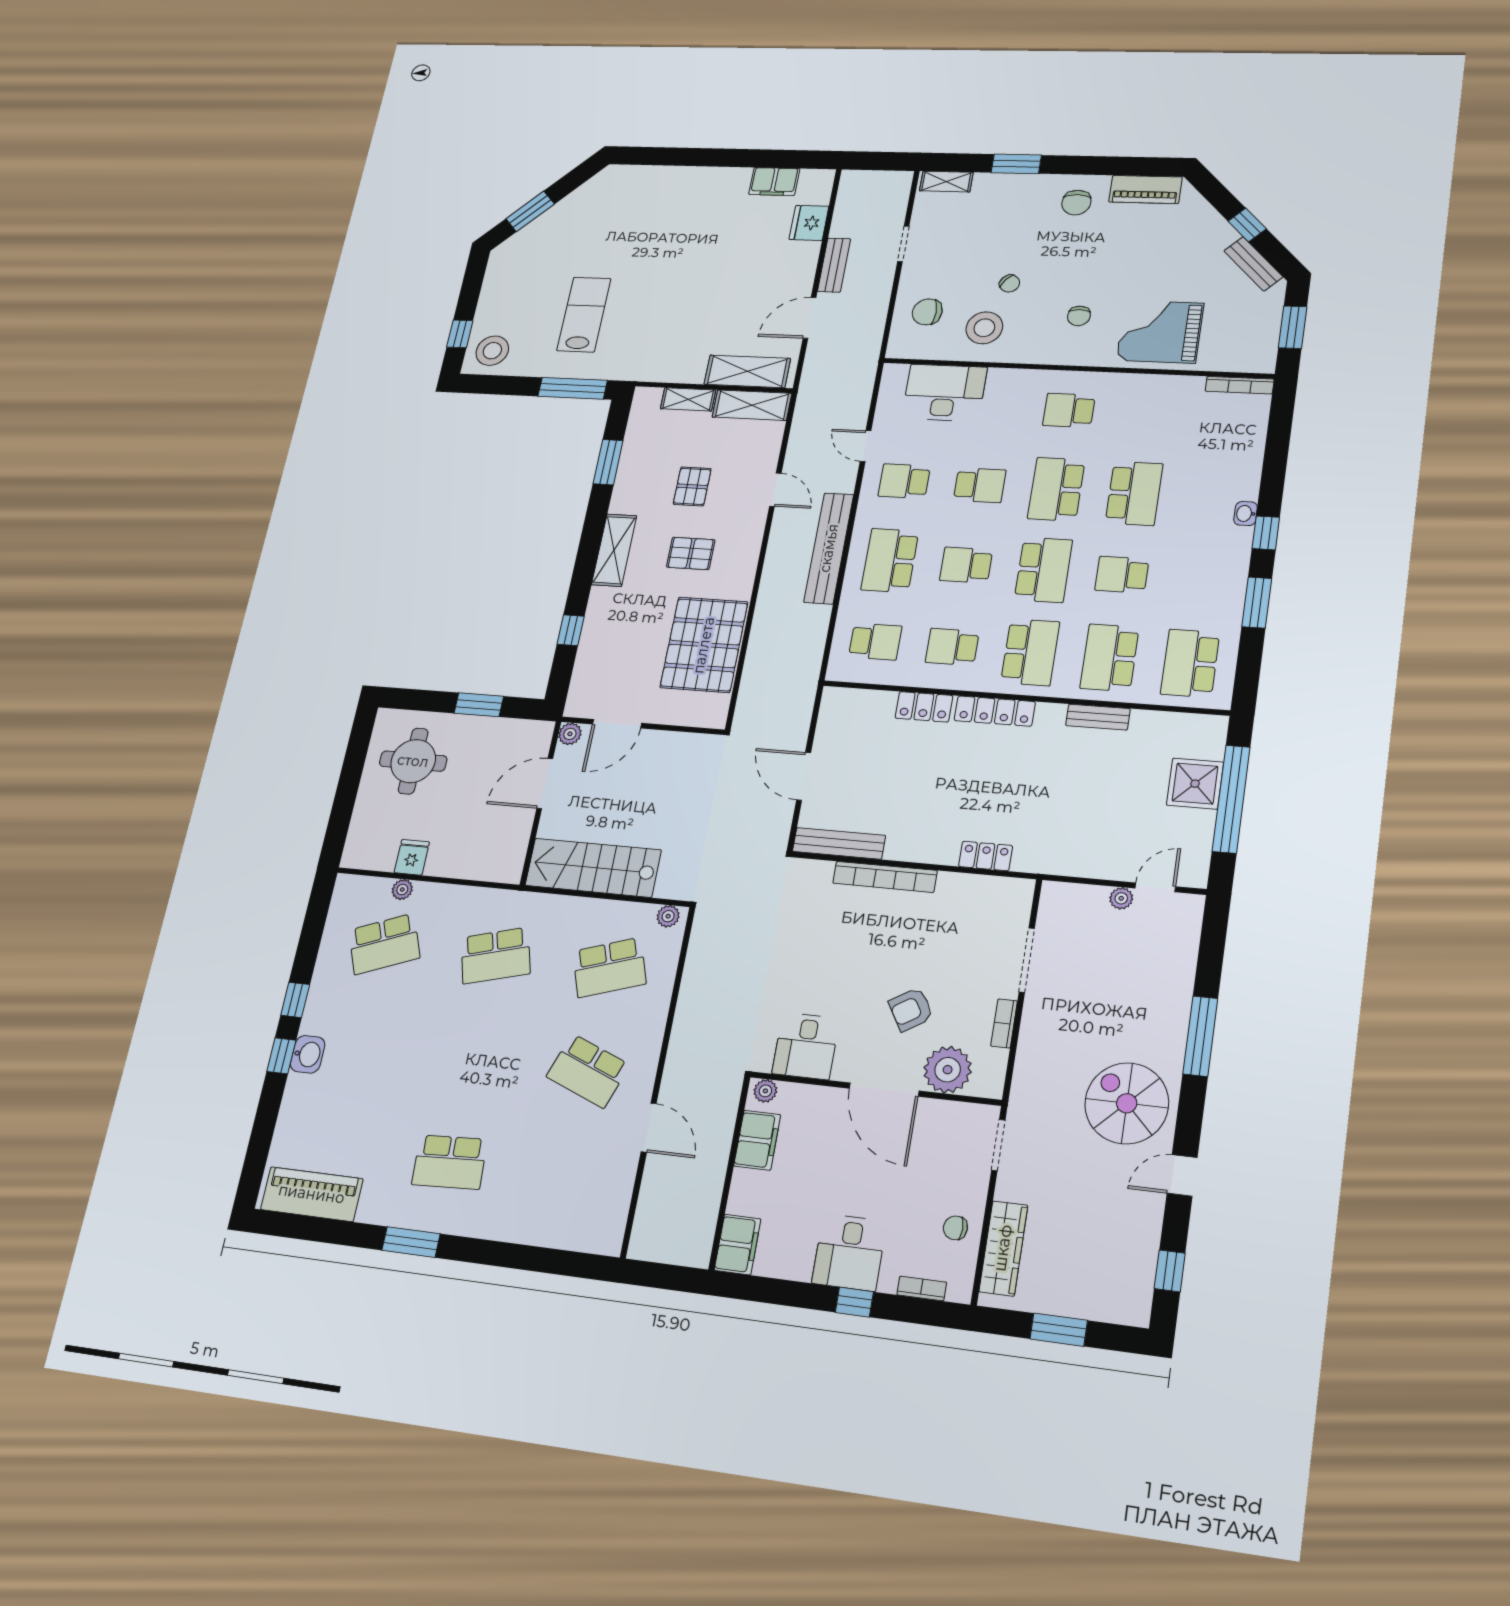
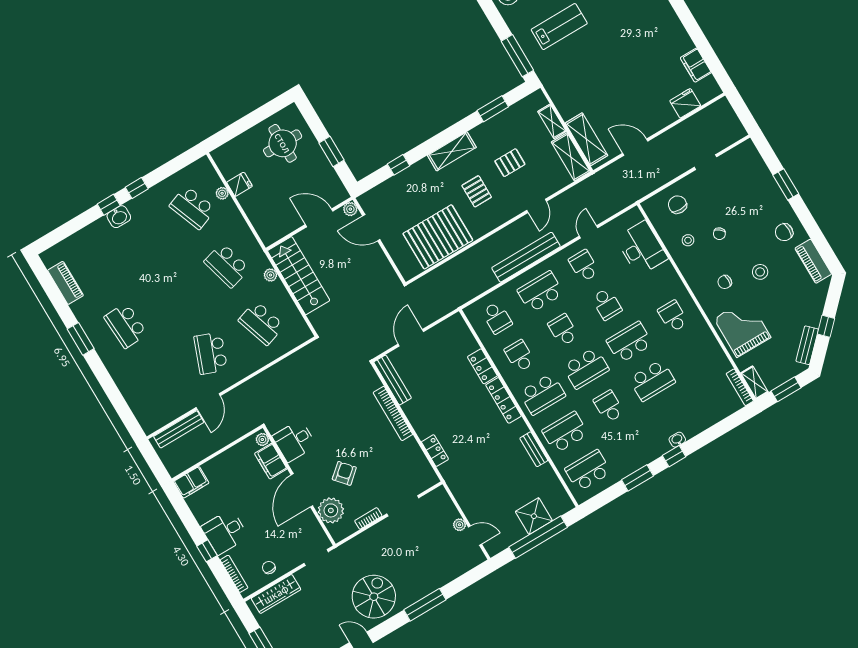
shelving: (946, 182) -> (755, 383), moved
stool: (1103, 264) -> (760, 272), added
bench: (834, 265) -> (179, 429), moved, width x1.36
stool: (984, 328) -> (688, 240), width x0.53, depth x0.53
plant: (668, 916) -> (270, 275), moved
armchair: (911, 1009) -> (344, 473), turned 81
filing cabinet: (757, 1140) -> (271, 461), moved, turned 90
piano: (312, 1194) -> (65, 283), width x0.73, depth x0.75
bookcase: (922, 1288) -> (234, 574), width x1.56

